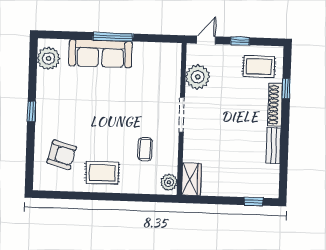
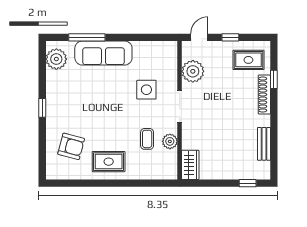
window: (113, 37) -> (87, 37), moved
side table: (146, 95) -> (146, 90), added
bench: (273, 146) -> (264, 144), moved
plant: (169, 182) -> (170, 141), moved

